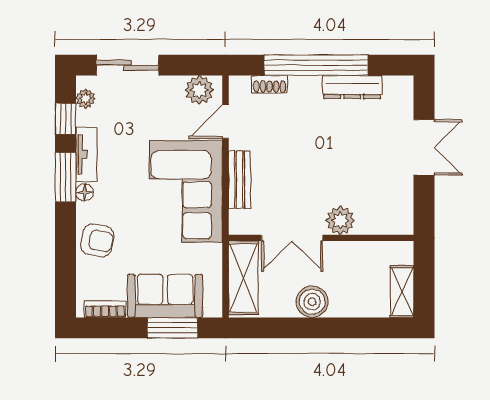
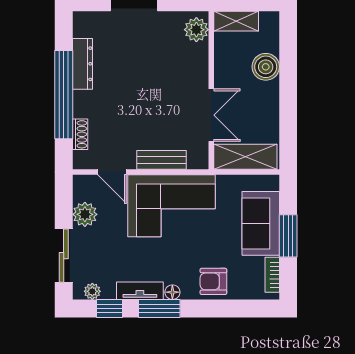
plant: (199, 90) -> (85, 214), moved
plant: (340, 221) -> (196, 30), moved
armchair: (97, 240) -> (213, 281), turned -100
shelving: (402, 292) -> (236, 21), moved
boiler: (312, 302) -> (266, 67), moved
window: (172, 328) -> (288, 236), moved

